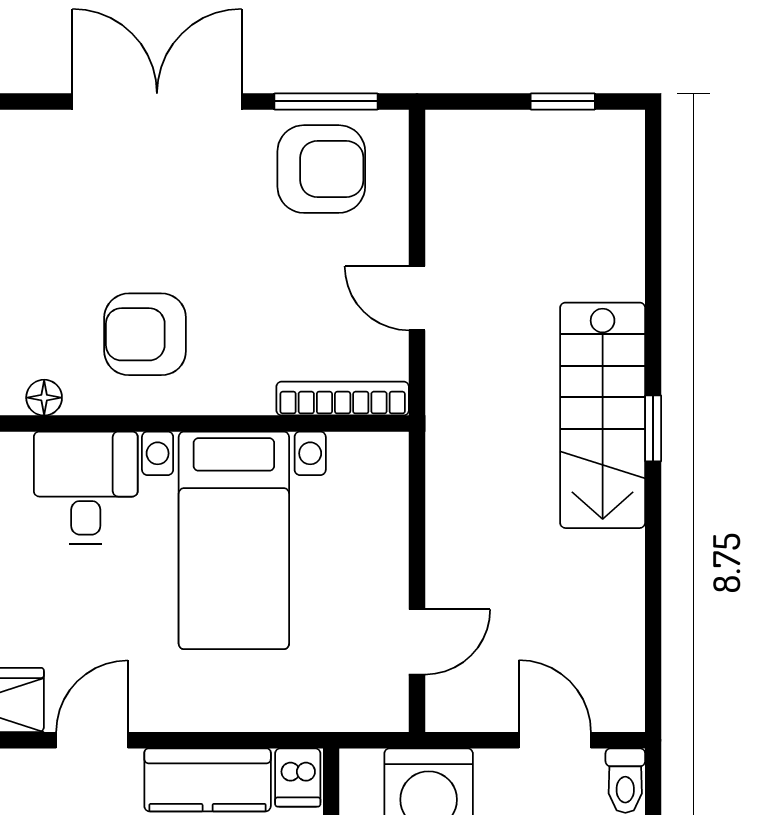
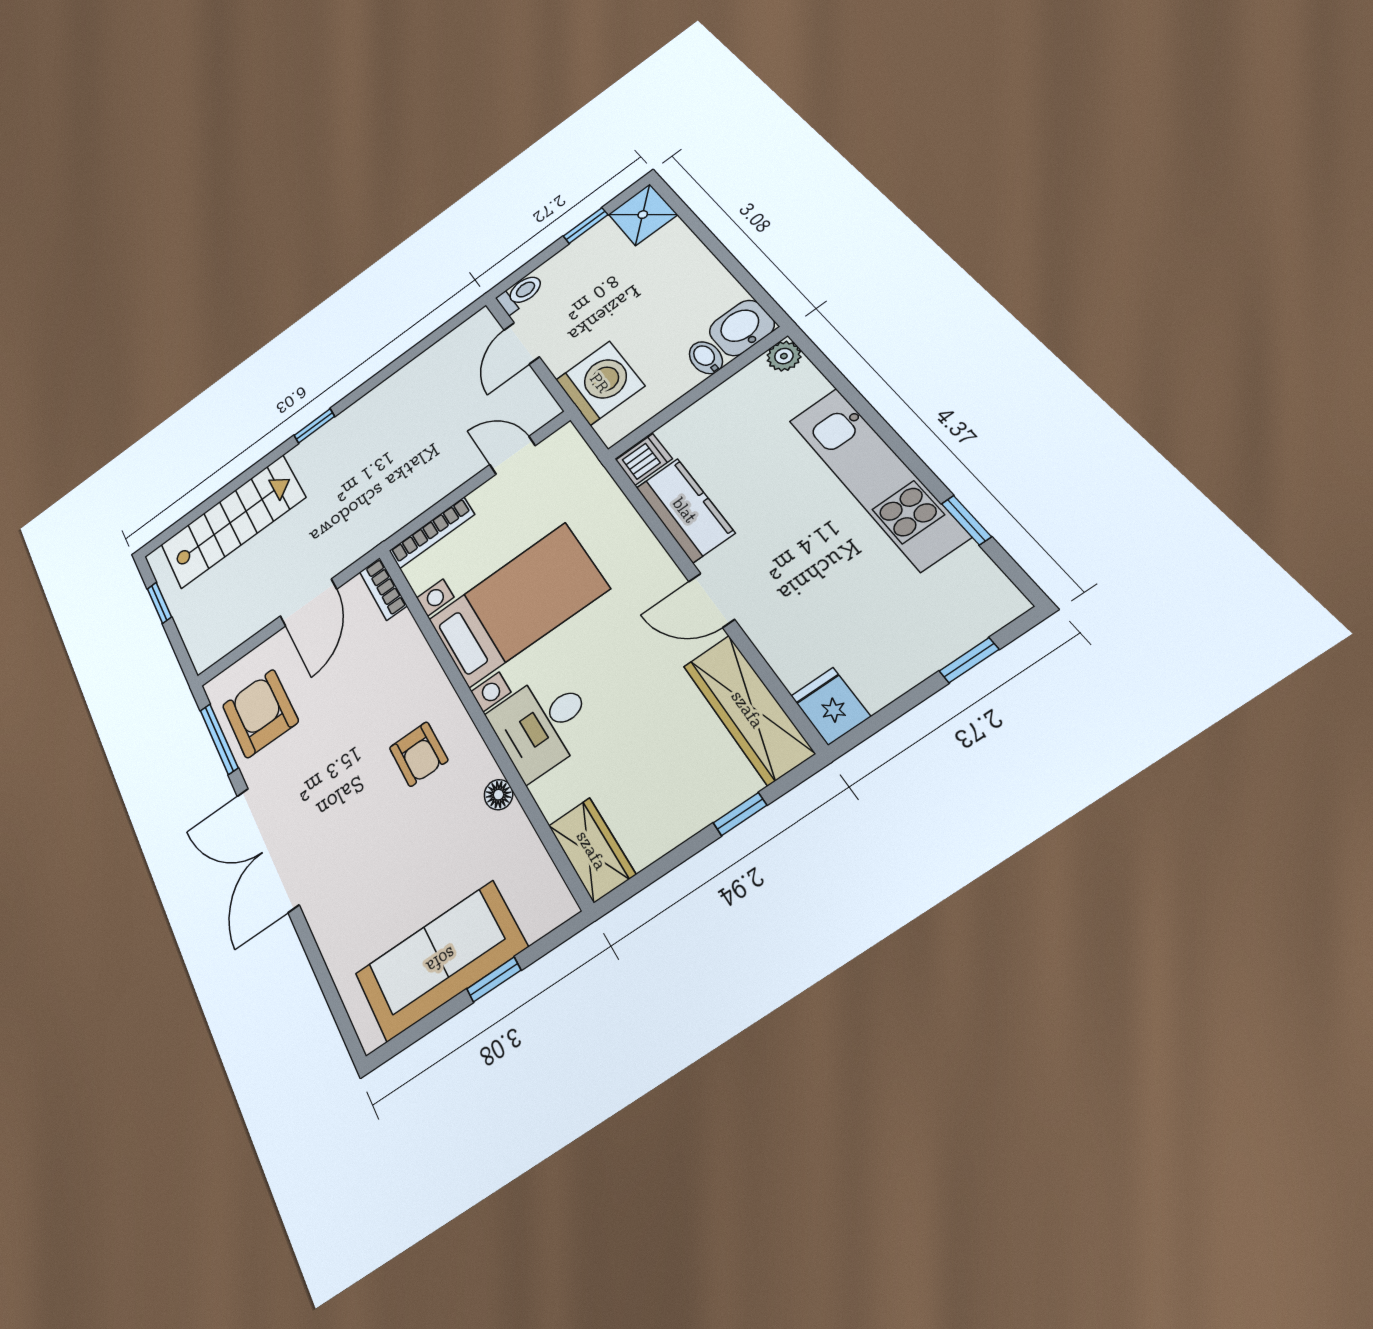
door: (417, 298) -> (308, 603), width x1.37
armchair: (145, 334) -> (419, 754), width x0.72, depth x0.72
bookcase: (343, 399) -> (383, 589), width x0.64
stairs: (603, 415) -> (232, 521), moved
bookcase: (393, 494) -> (432, 533), added

